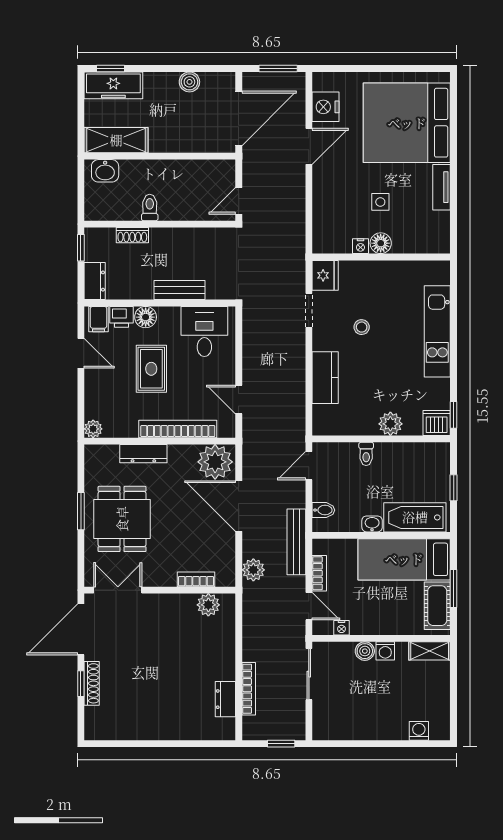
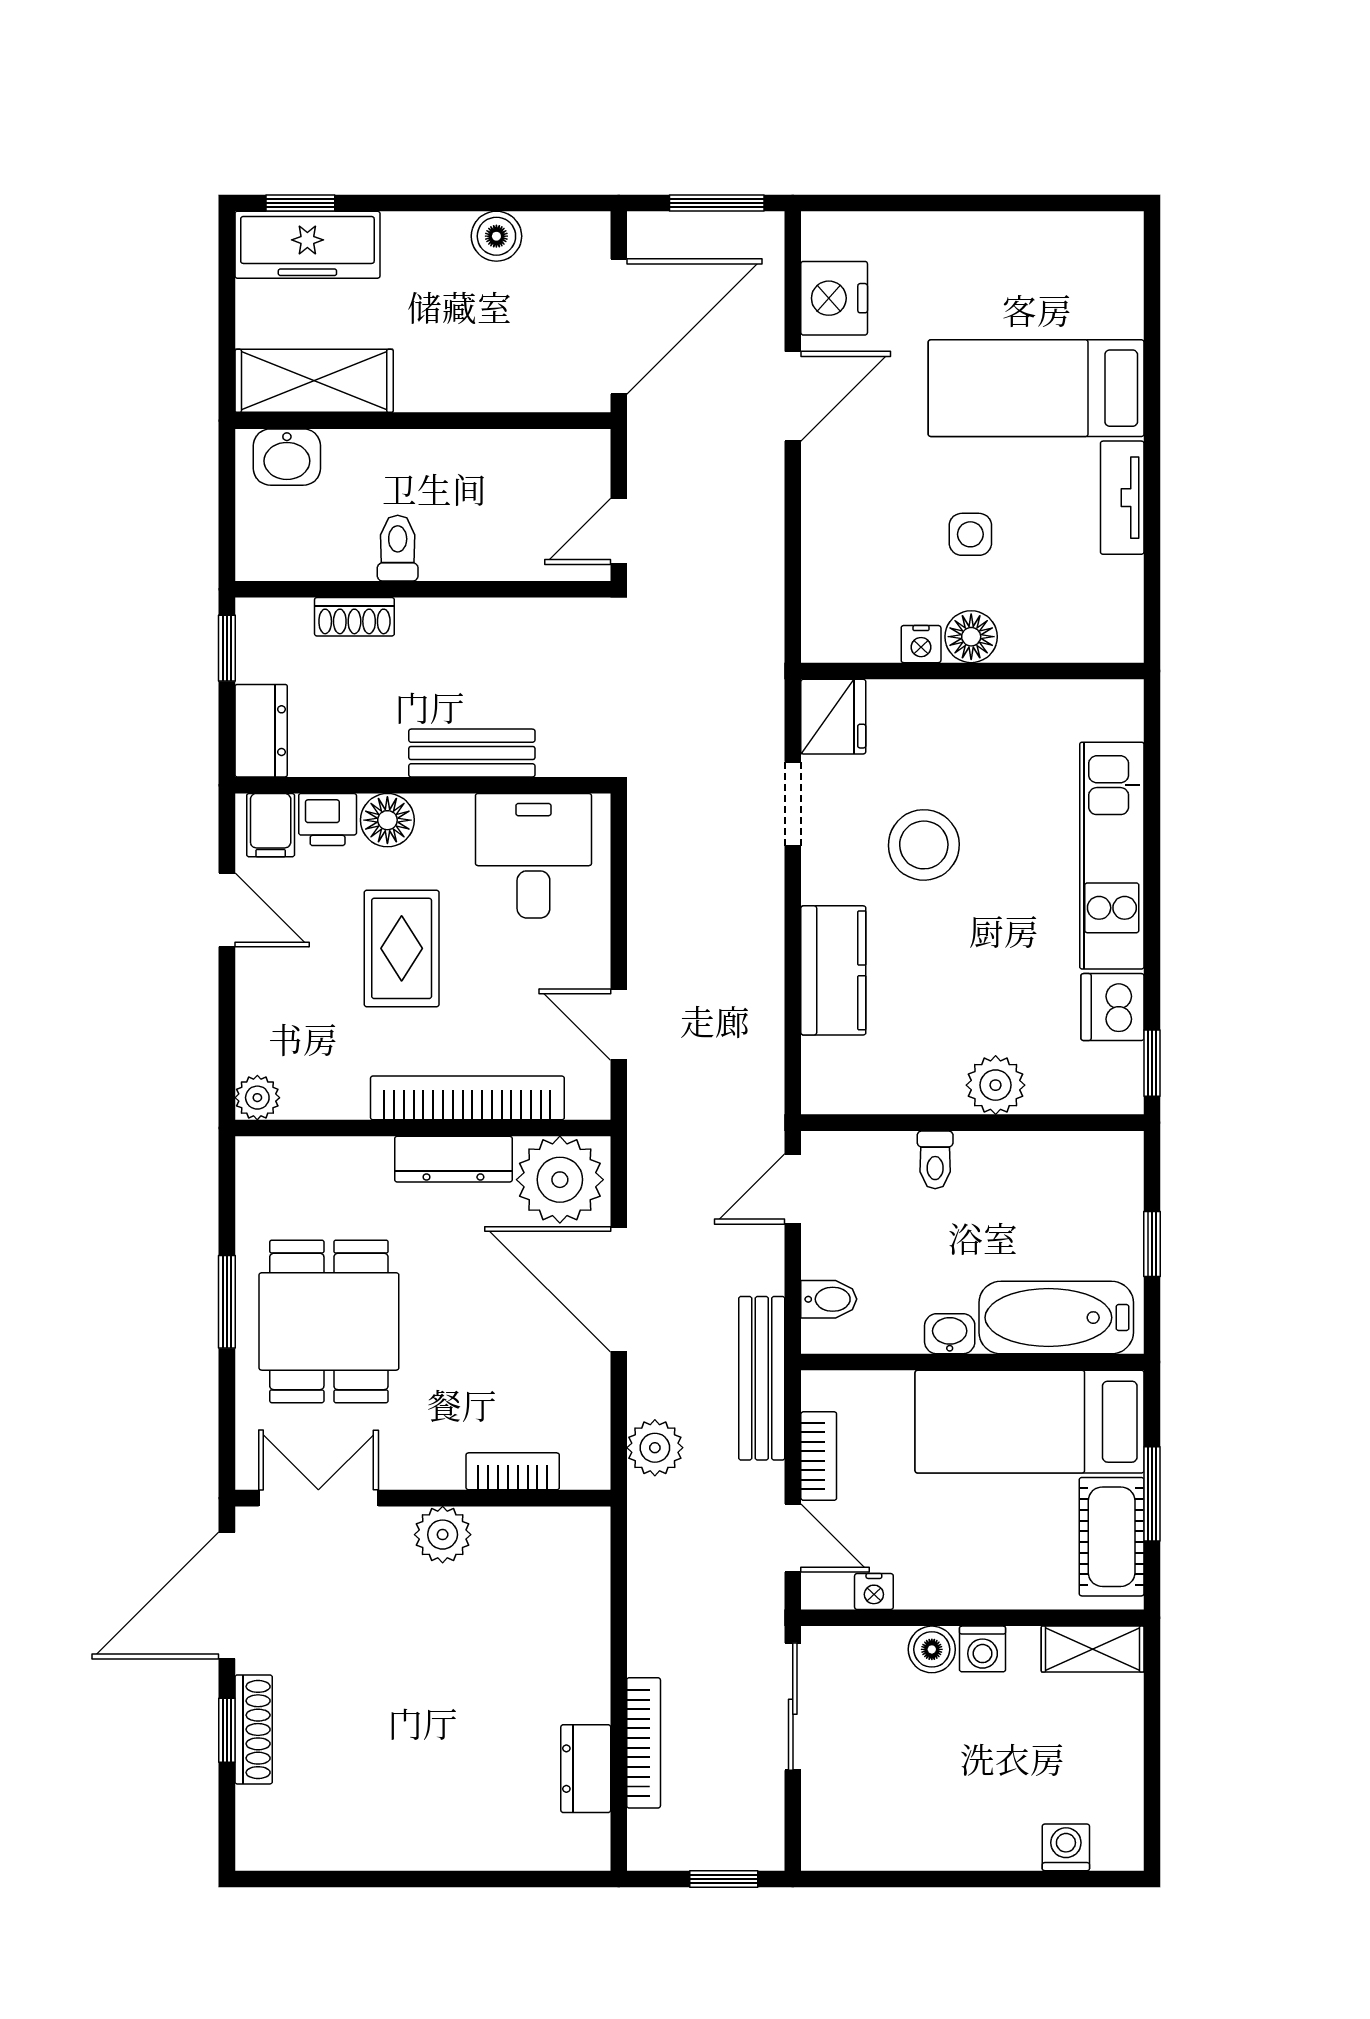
bed: (407, 123) -> (1036, 388), width x0.49
stool: (362, 327) -> (924, 845), width x1.89, depth x1.89
dishwasher: (437, 423) -> (1112, 1007), moved, turned -90
dresser: (143, 454) -> (453, 1159), moved
plant: (208, 605) -> (443, 1535), moved

